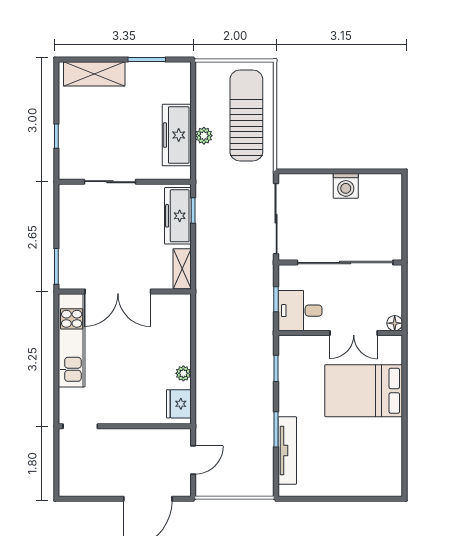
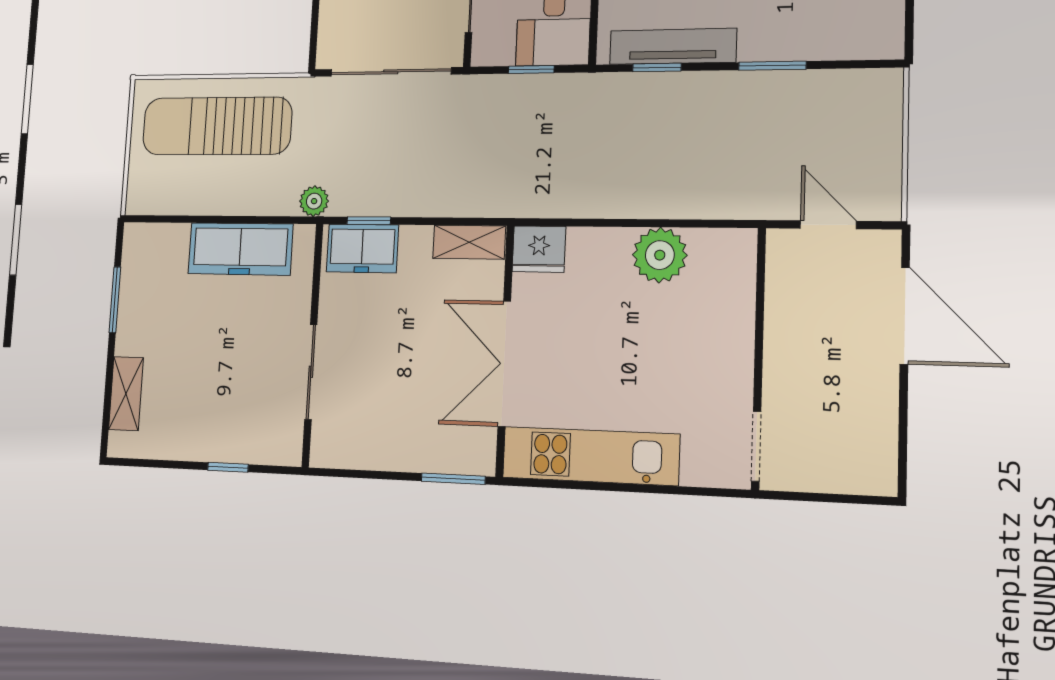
shelving: (94, 74) -> (126, 394), width x0.67, depth x0.75
plant: (204, 136) -> (314, 201), moved
freezer: (178, 216) -> (362, 248), width x0.71
double door: (118, 292) -> (504, 364), swing flipped
plant: (183, 373) -> (660, 255), width x1.87, depth x1.87
fridge: (179, 404) -> (539, 249), moved
tv unit: (287, 450) -> (673, 46), moved

